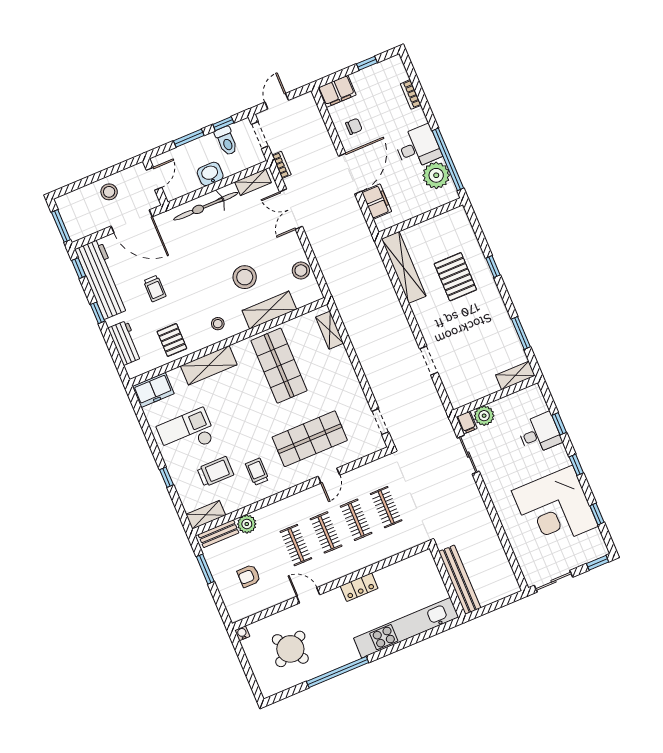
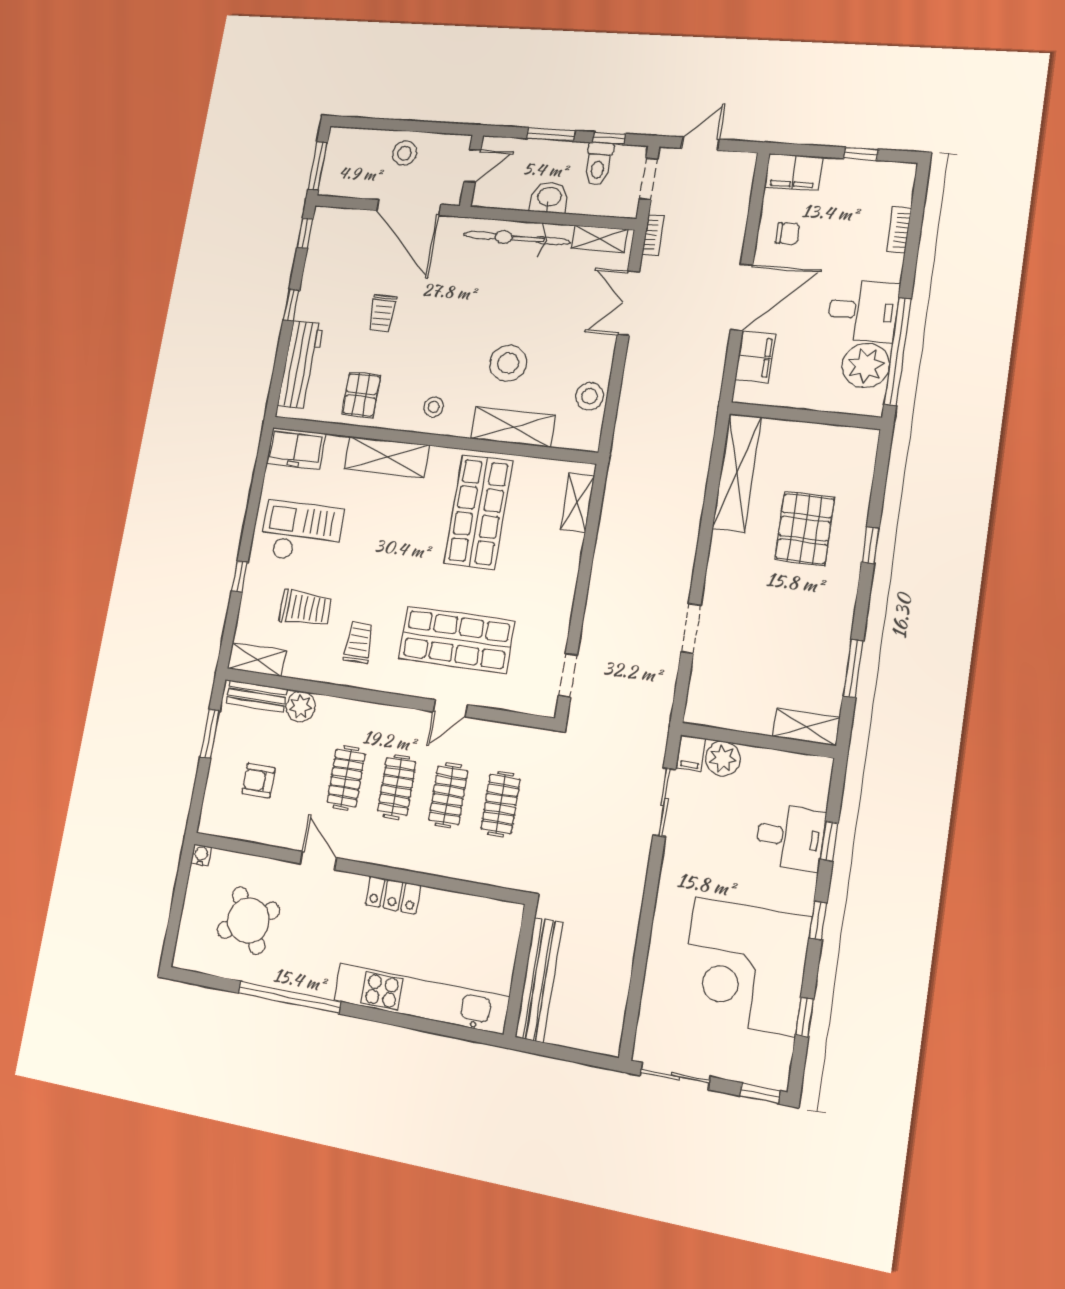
workbench: (102, 279) -> (325, 264), removed
workbench: (125, 343) -> (301, 365), width x1.38

